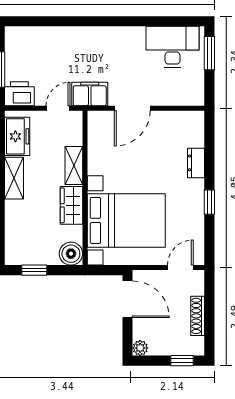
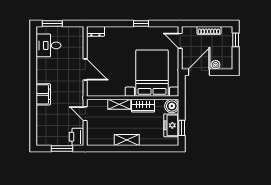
desk: (173, 47) -> (48, 45), width x0.73
filing cabinet: (90, 94) -> (43, 94), moved, turned 180
freezer: (17, 136) -> (171, 125), moved, turned -90
dresser: (196, 163) -> (95, 31), moved
plant: (140, 348) -> (216, 65), moved

